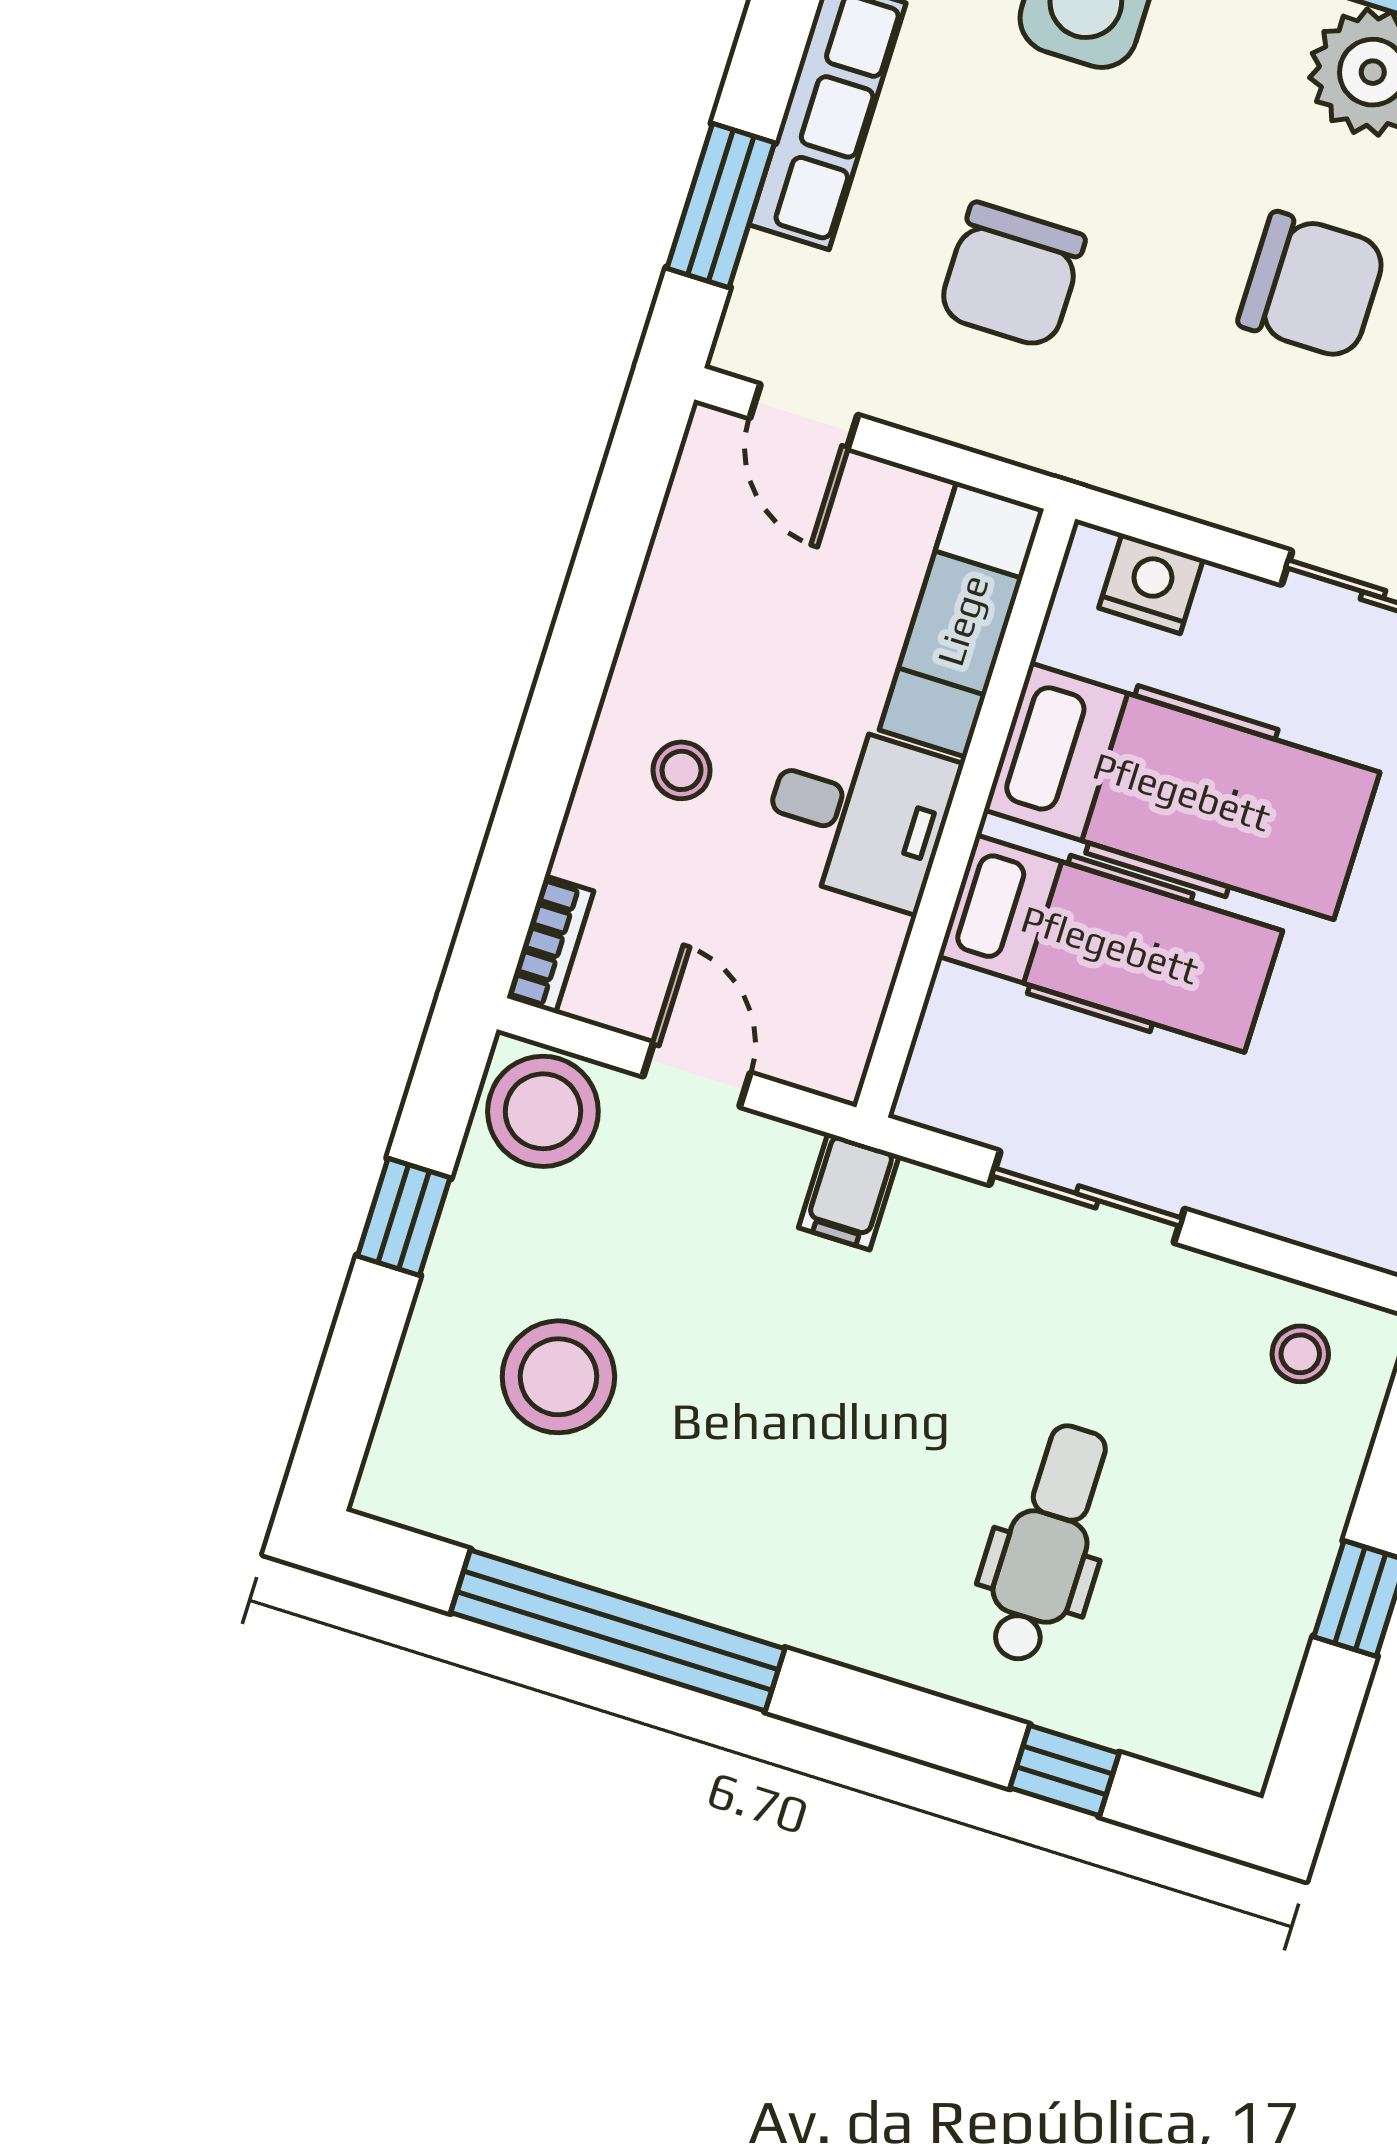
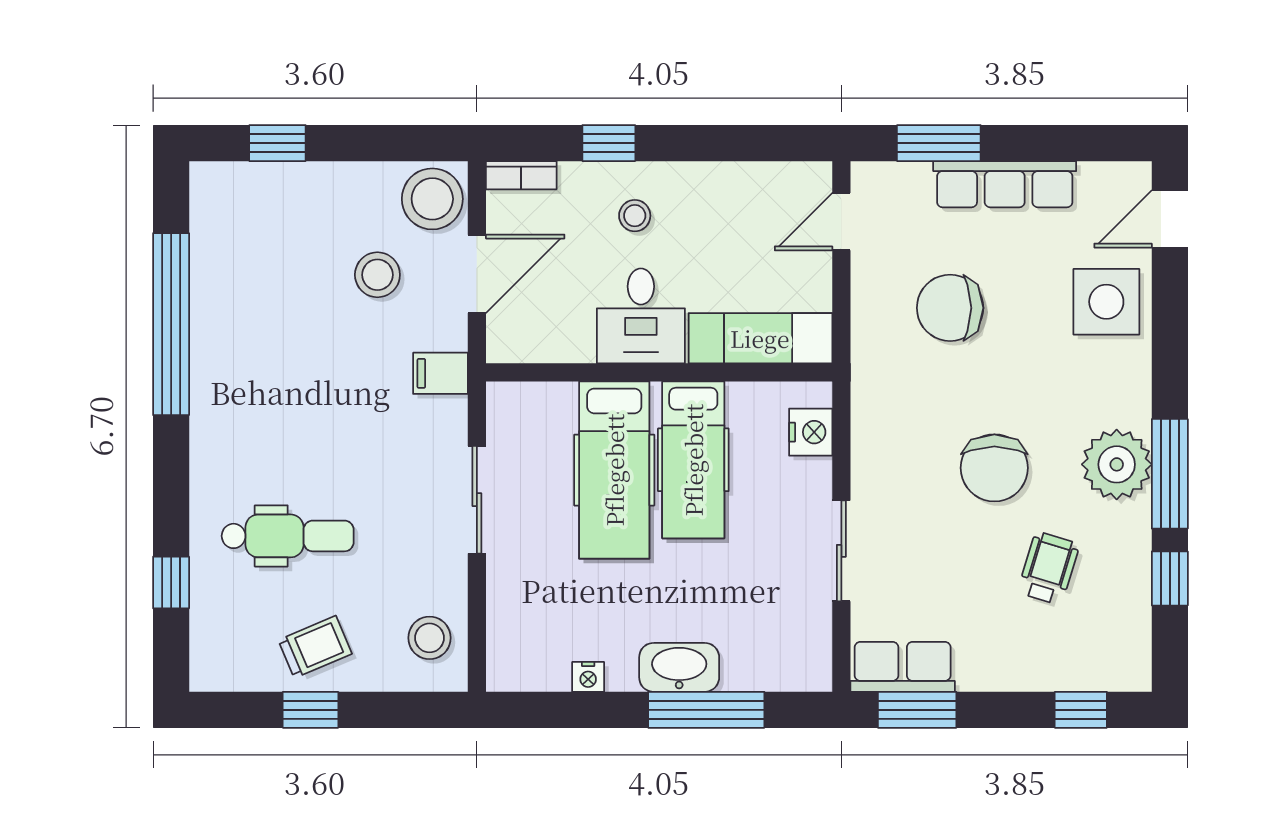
window: (542, 776) -> (609, 143), added
hospital bed: (1182, 791) -> (693, 460), width x0.73, depth x0.78
door: (697, 1075) -> (477, 274), width x1.38
window: (404, 1217) -> (277, 143), moved
stool: (1300, 1354) -> (429, 638), width x1.37, depth x1.37
stool: (558, 1377) -> (377, 275), moved, width x0.73, depth x0.73
trolley: (1254, 1557) -> (315, 647), added

